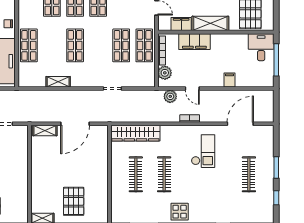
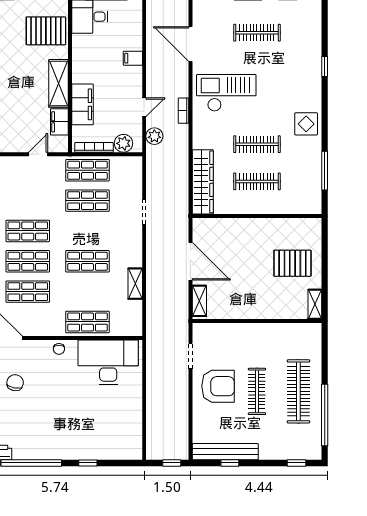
checkout: (203, 151) -> (226, 93), width x1.36, depth x1.21

